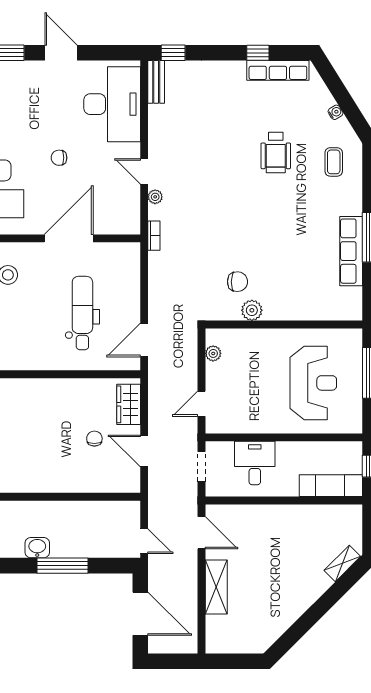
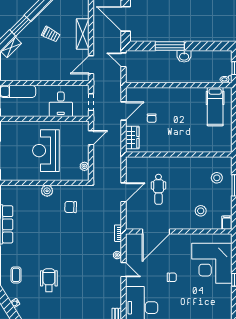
door: (69, 238) -> (156, 232), moved
plant: (252, 310) -> (47, 191), moved
dental chair: (82, 313) -> (158, 189), width x0.73, depth x0.72
door: (144, 340) -> (123, 192), moved
reception desk: (313, 383) -> (46, 151), moved
door: (144, 451) -> (123, 111), hinge flipped
door: (202, 533) -> (91, 65), hinge flipped
trolley: (272, 586) -> (51, 34), added
window: (326, 602) -> (20, 26), added

